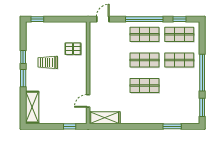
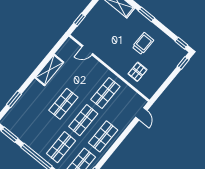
window: (144, 19) -> (115, 146), removed
window: (23, 57) -> (181, 43), moved
shop shelf: (110, 60) -> (105, 93), added
door: (88, 101) -> (87, 50), swing flipped
shelving: (105, 118) -> (49, 70), moved

